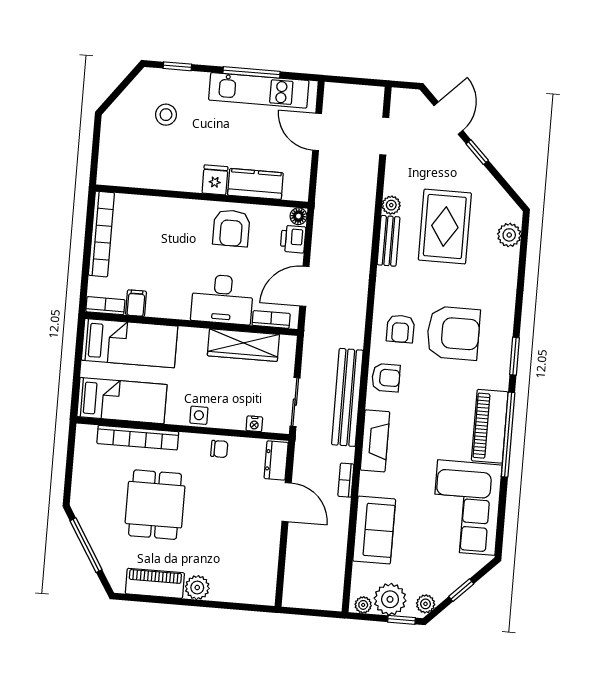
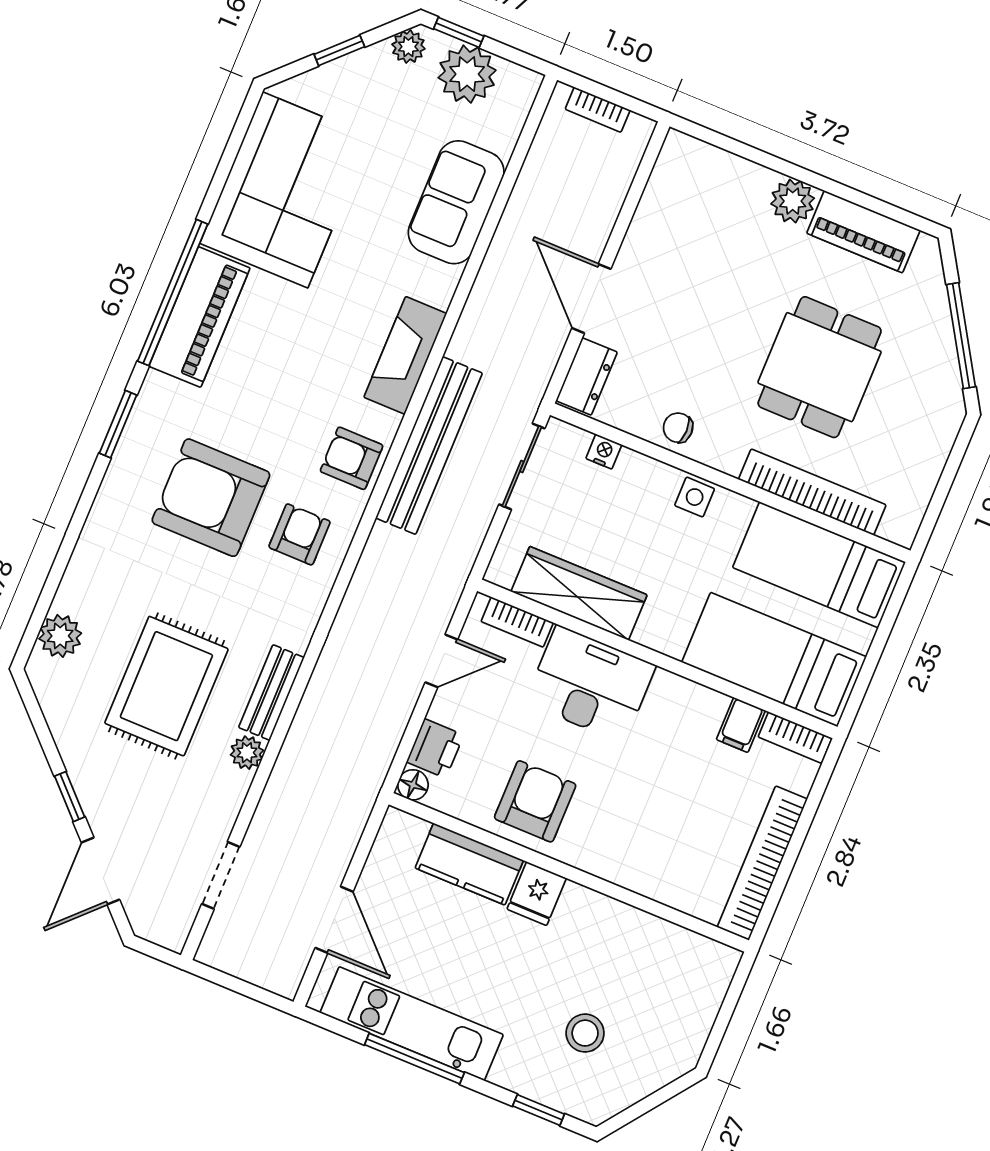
door: (304, 286) -> (441, 661), width x0.73
bookcase: (346, 480) -> (598, 110), moved, turned 90
plant: (363, 605) -> (516, 79), removed

